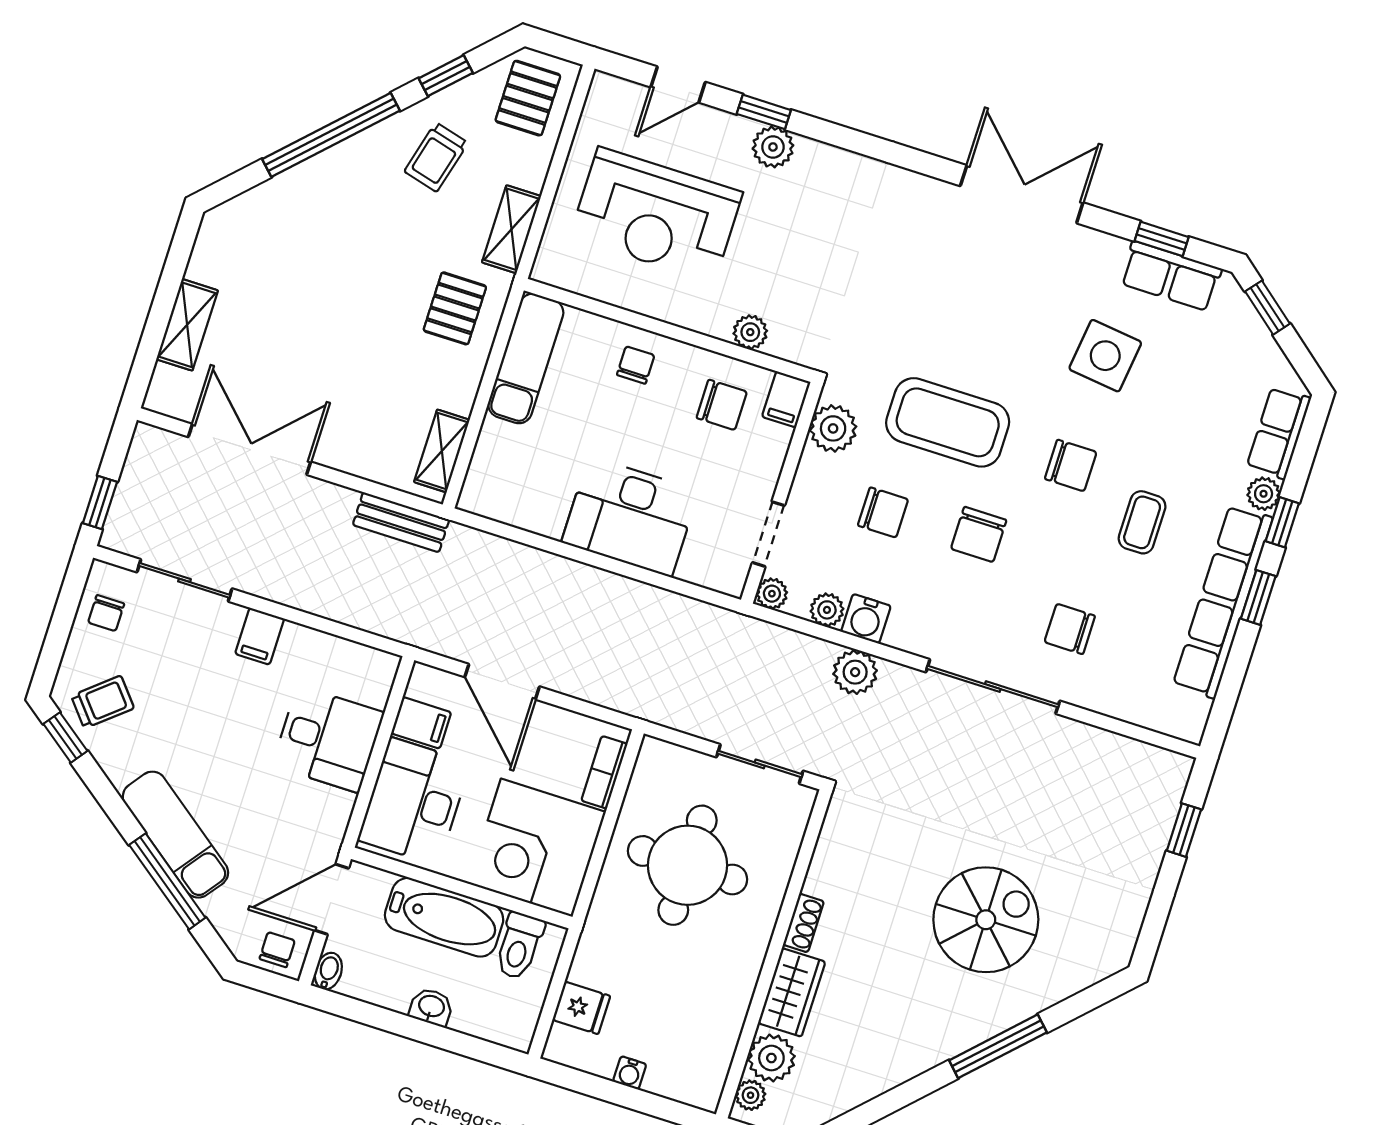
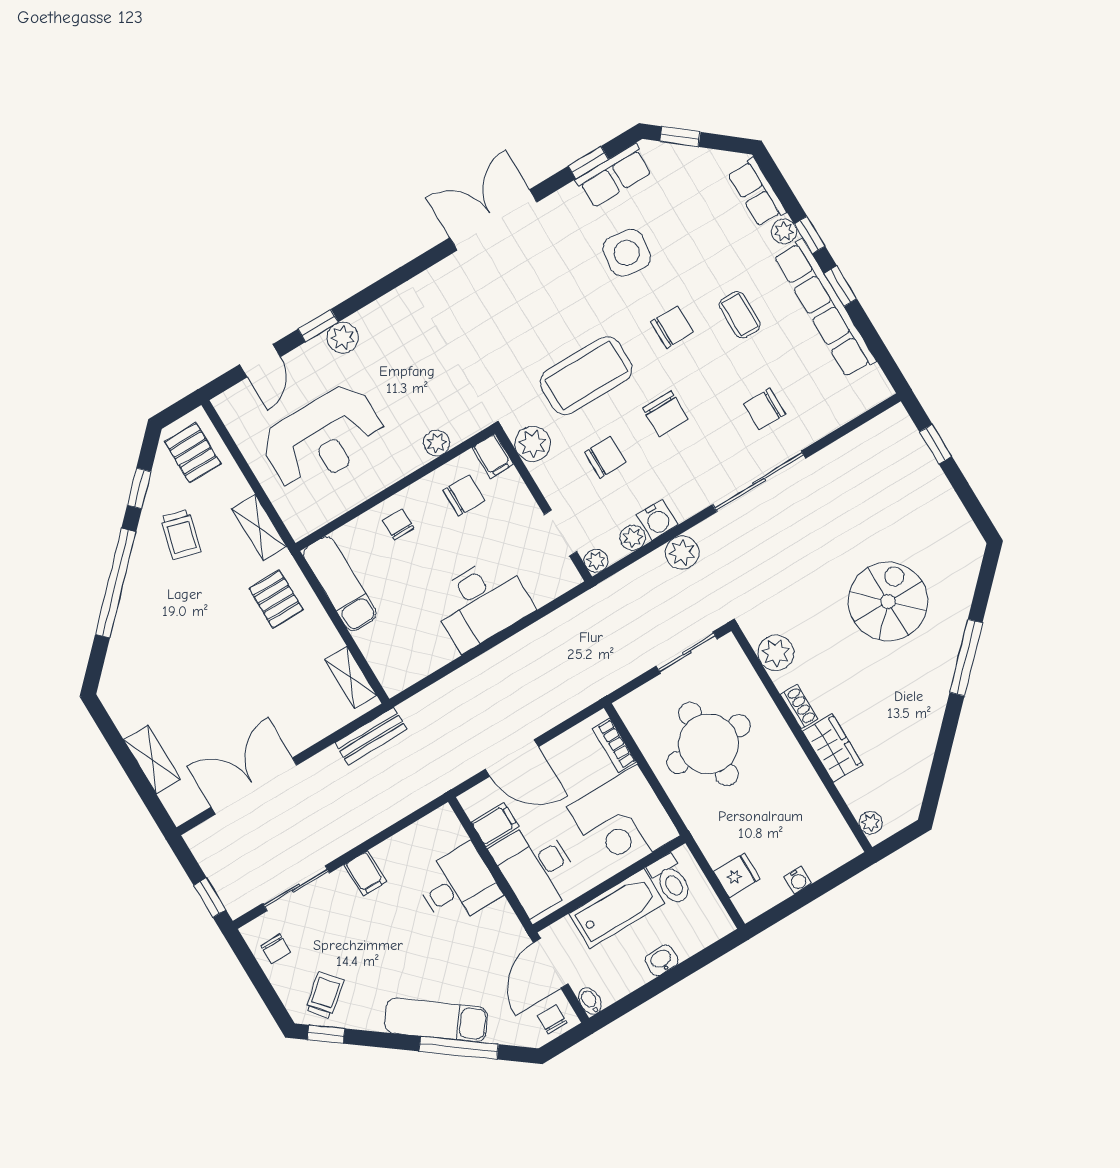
plant: (771, 1058) -> (776, 653), moved

